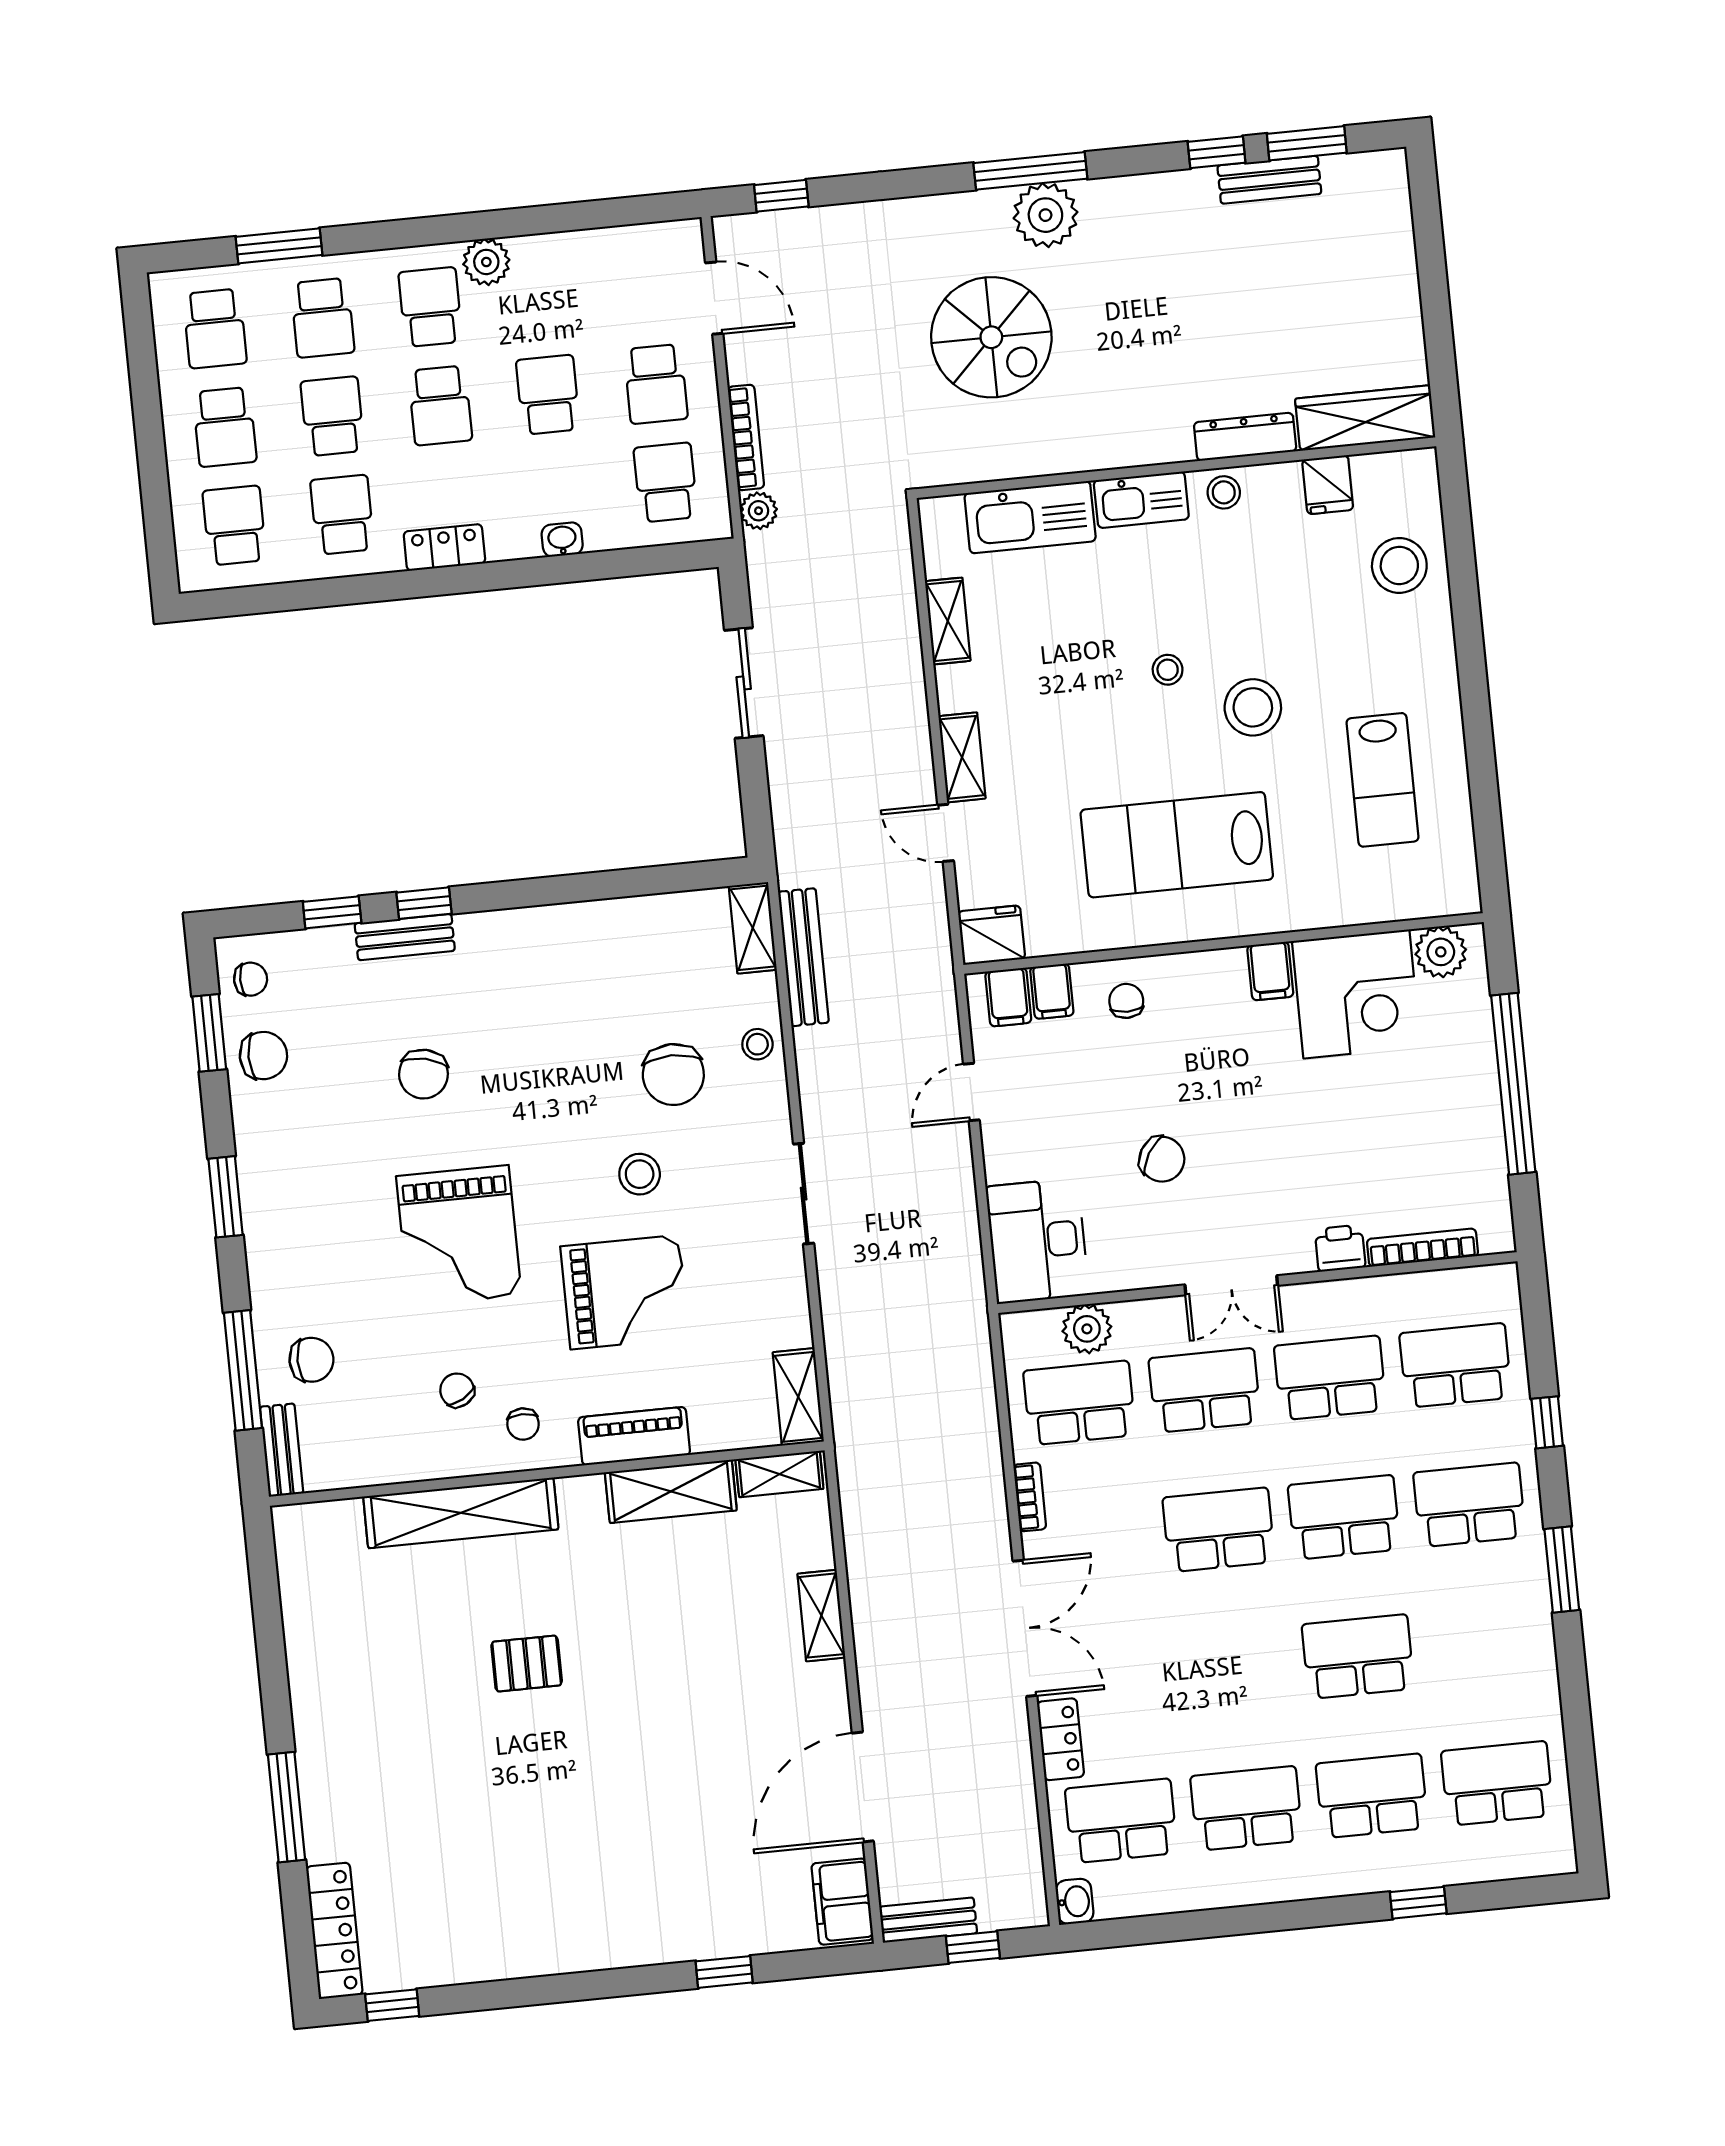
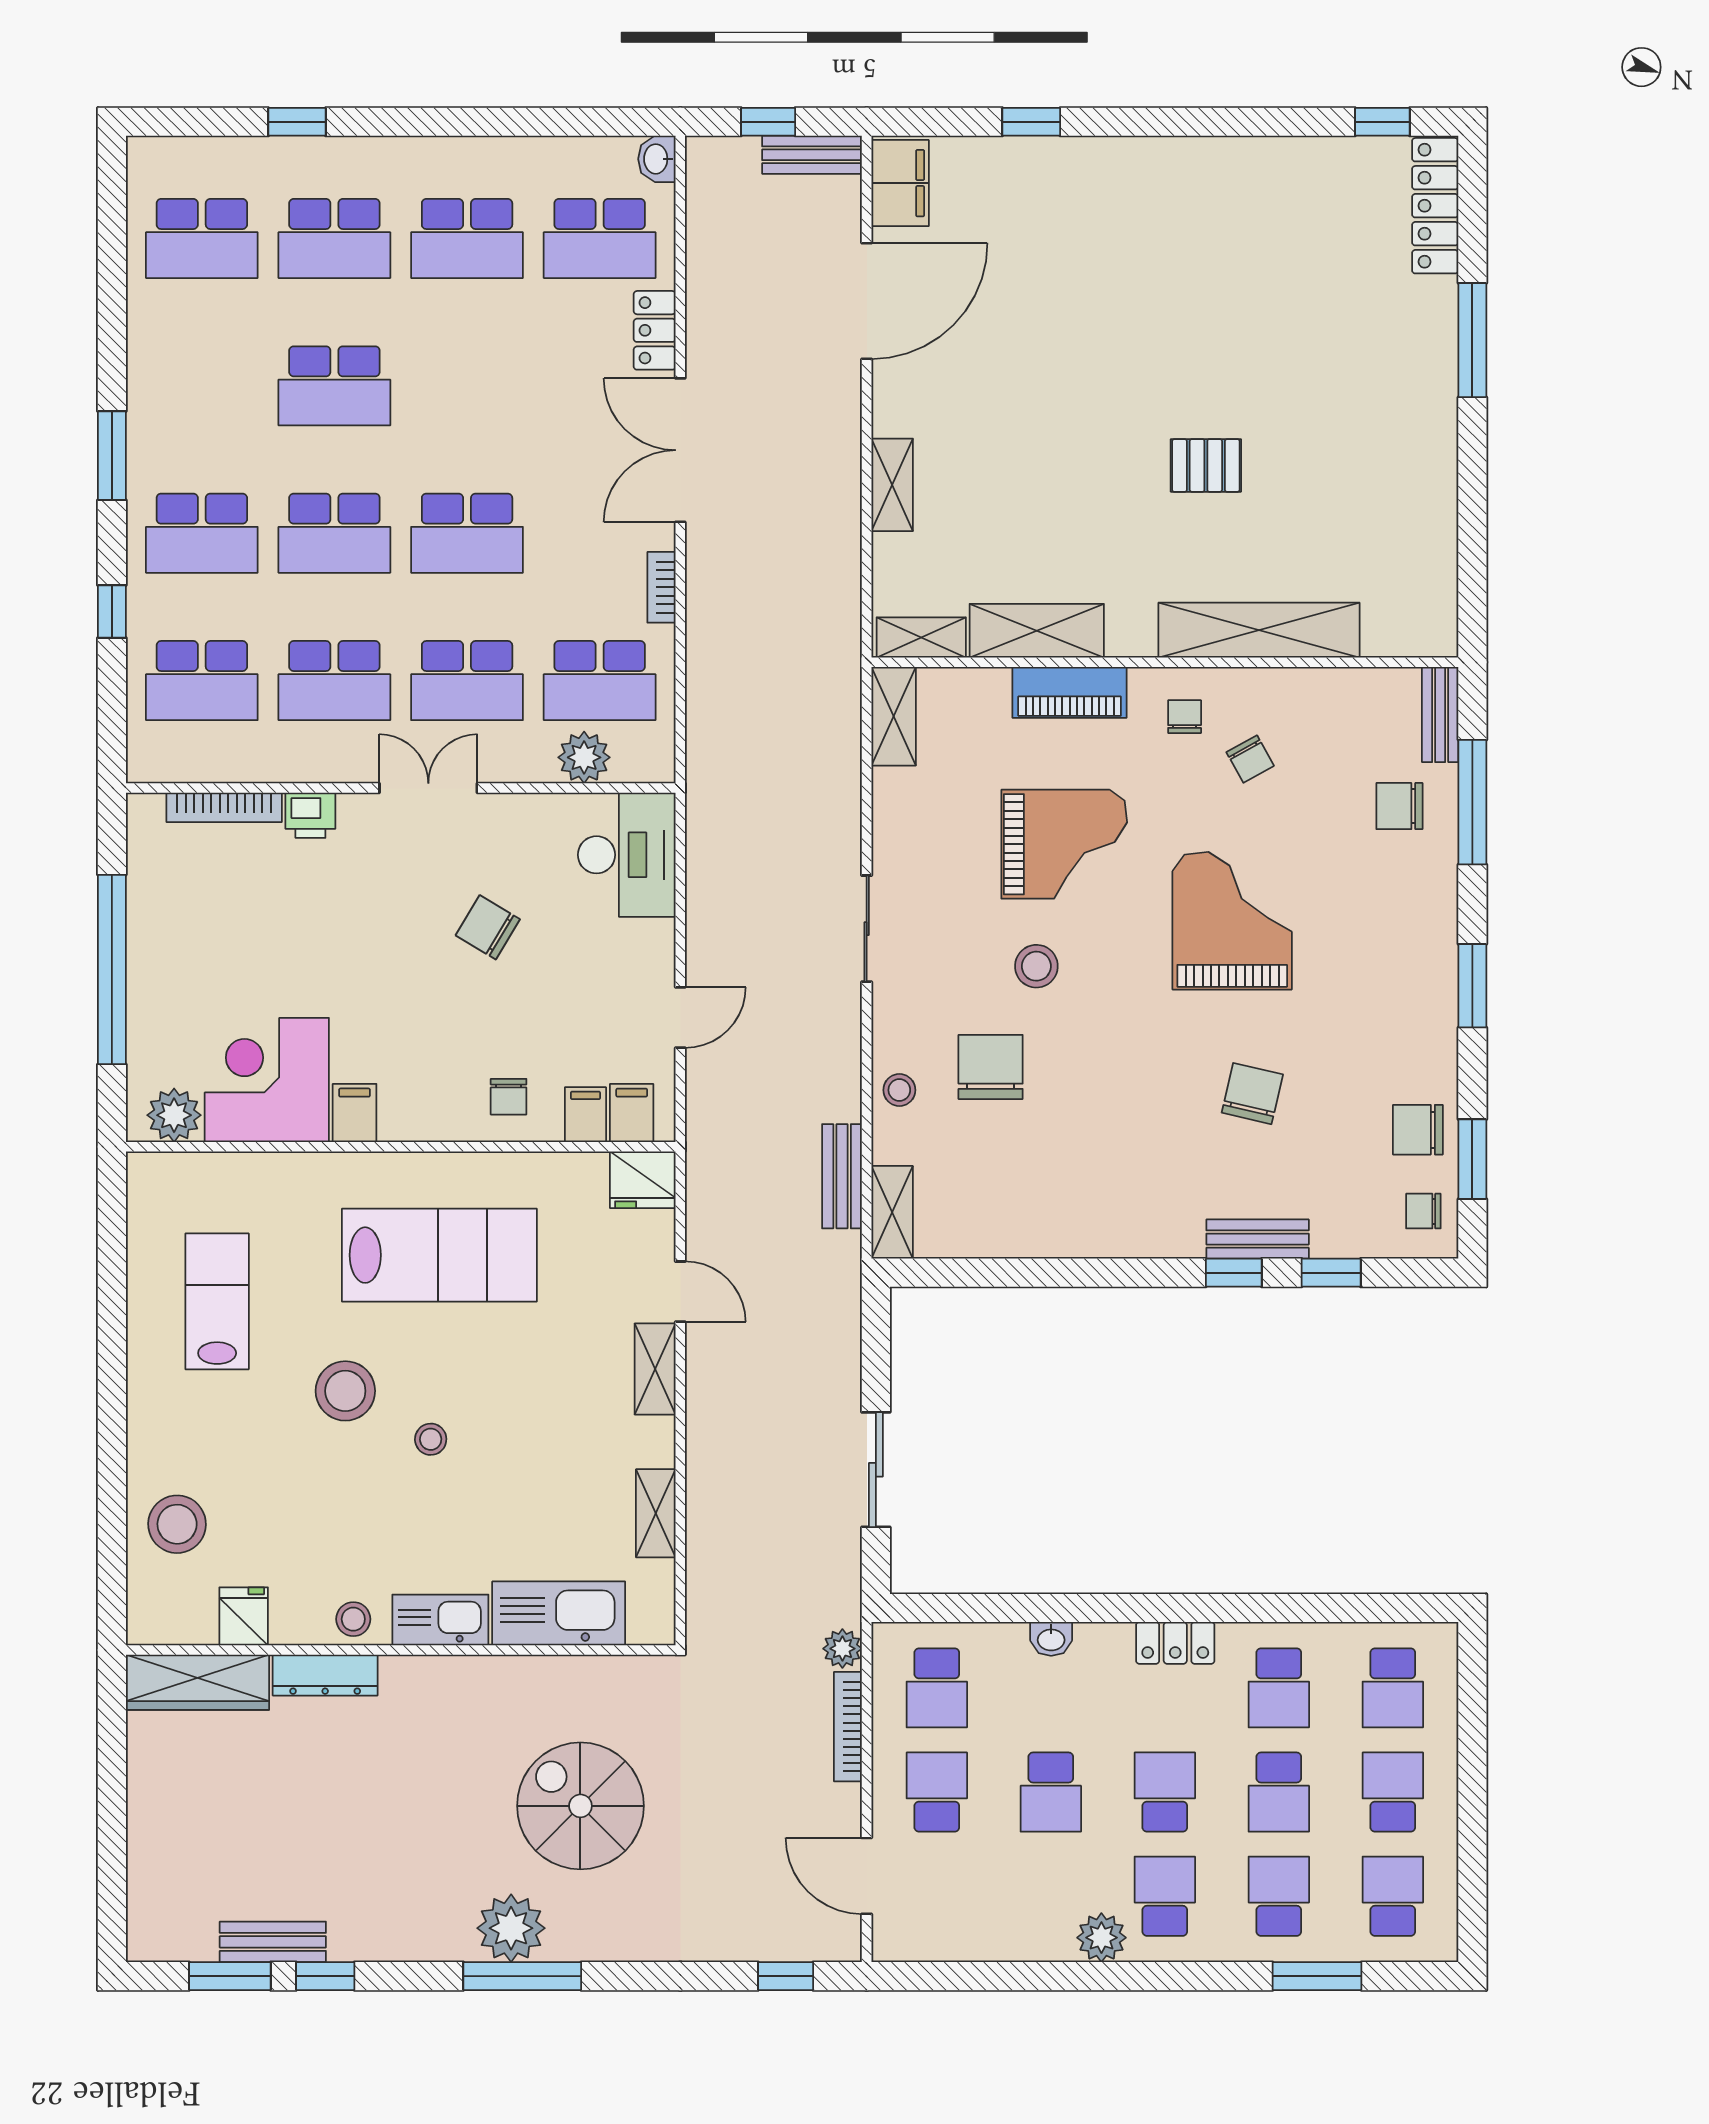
school desk: (430, 307) -> (1165, 1896), turned 180
bench: (803, 957) -> (842, 1176), width x0.73
grand piano: (625, 1292) -> (1064, 844), turned 180

